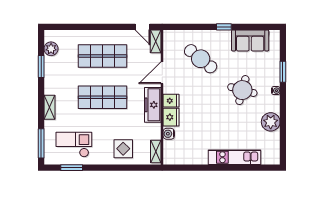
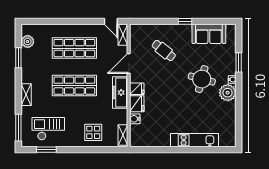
cafe table: (201, 59) -> (164, 51), width x0.73, depth x0.74
plant: (271, 122) -> (228, 93), moved

